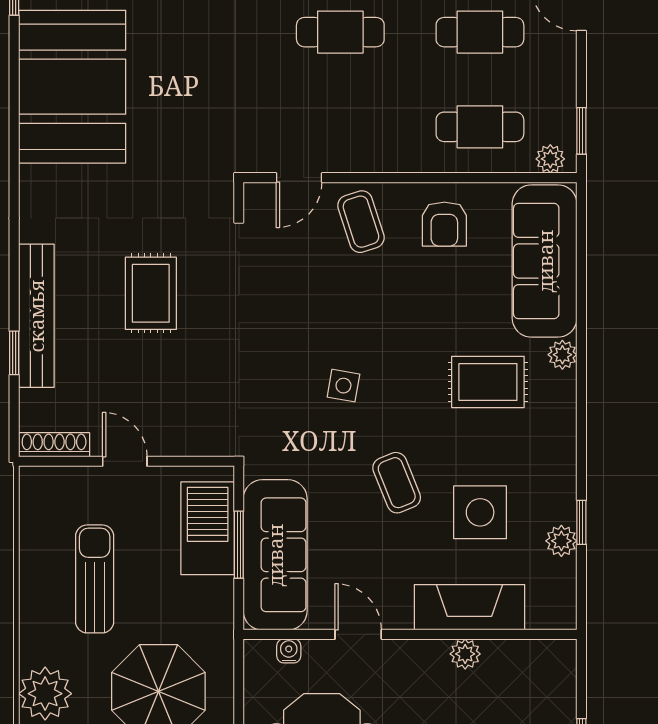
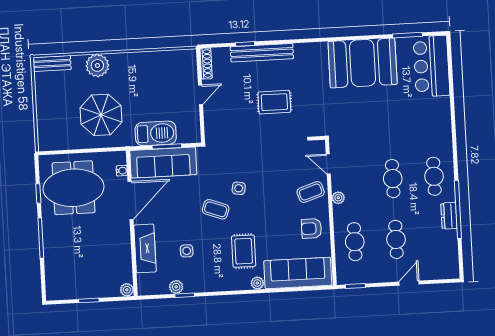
plant: (550, 159) -> (338, 198), moved
coffee table: (397, 483) -> (216, 209), moved, turned 42
side table: (480, 512) -> (187, 251), width x0.54, depth x0.54
barbecue: (208, 528) -> (156, 133), moved
sun lounger: (95, 579) -> (148, 84), removed
door: (358, 634) -> (131, 201), width x1.88
plant: (465, 654) -> (127, 290), moved

